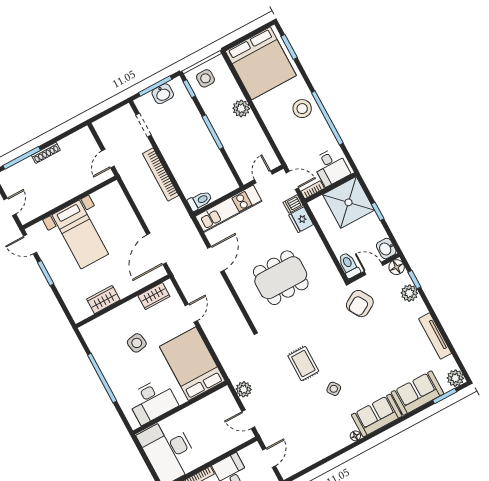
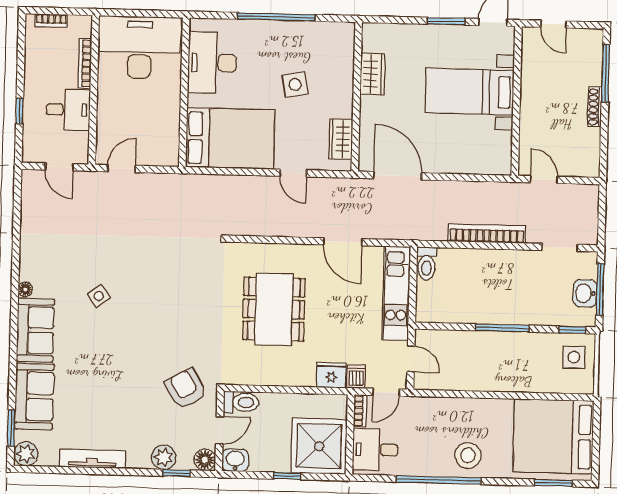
plant: (241, 108) -> (511, 380), removed
rug: (303, 364) -> (152, 276), removed
plant: (244, 389) -> (162, 184), removed

